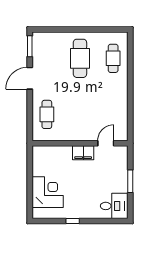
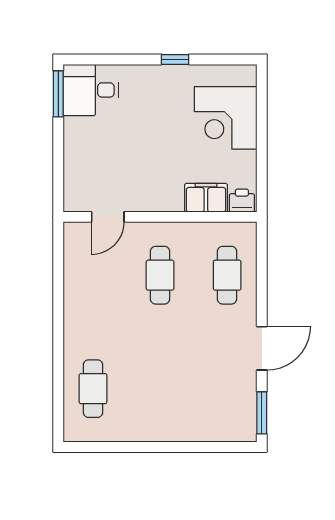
cafe table: (80, 58) -> (160, 275), moved, width x0.73, depth x0.74
printer: (40, 151) -> (242, 201), added
filing cabinet: (83, 153) -> (206, 198), moved
window: (130, 181) -> (58, 94), moved

